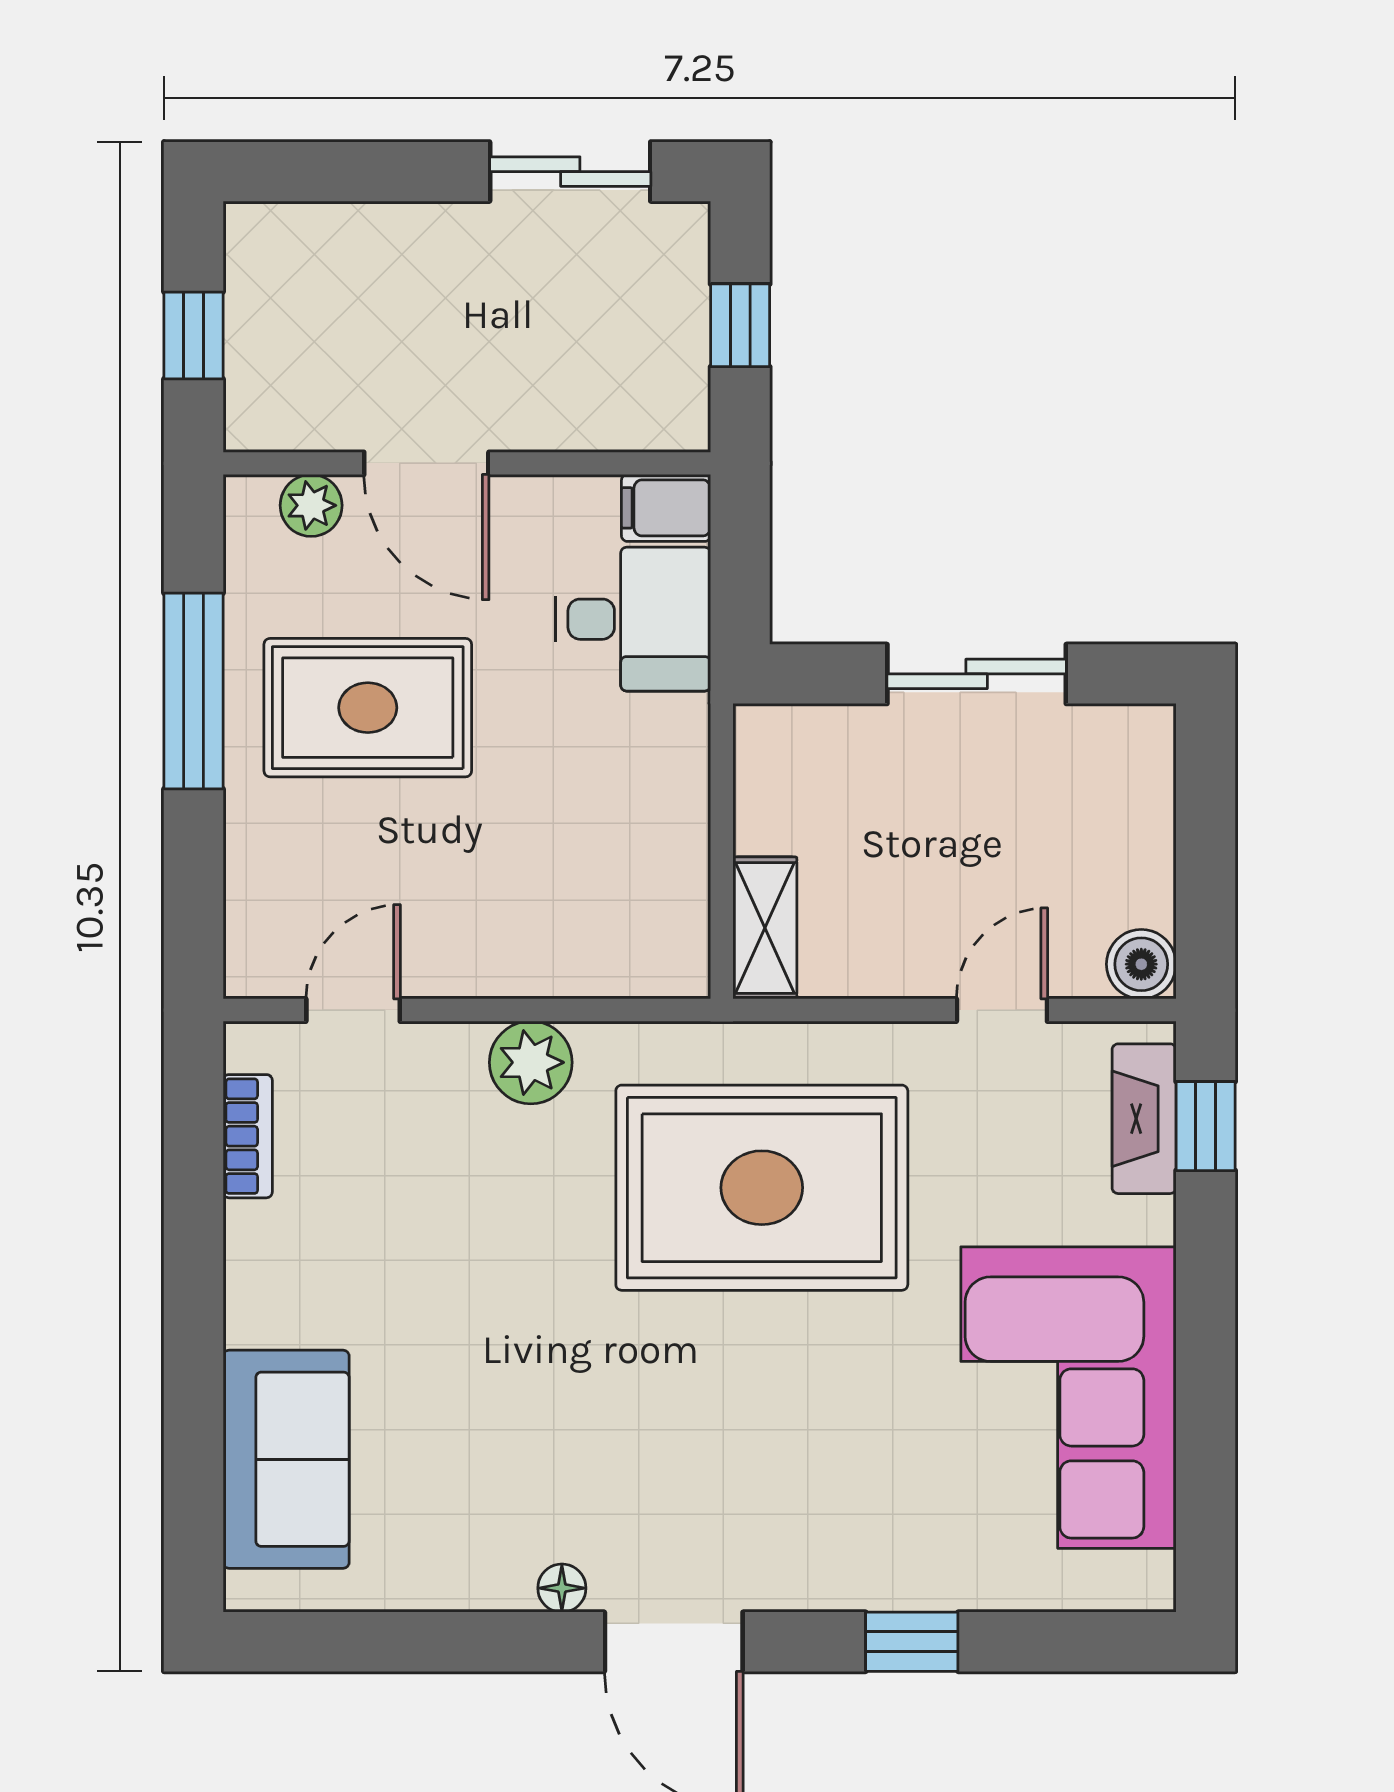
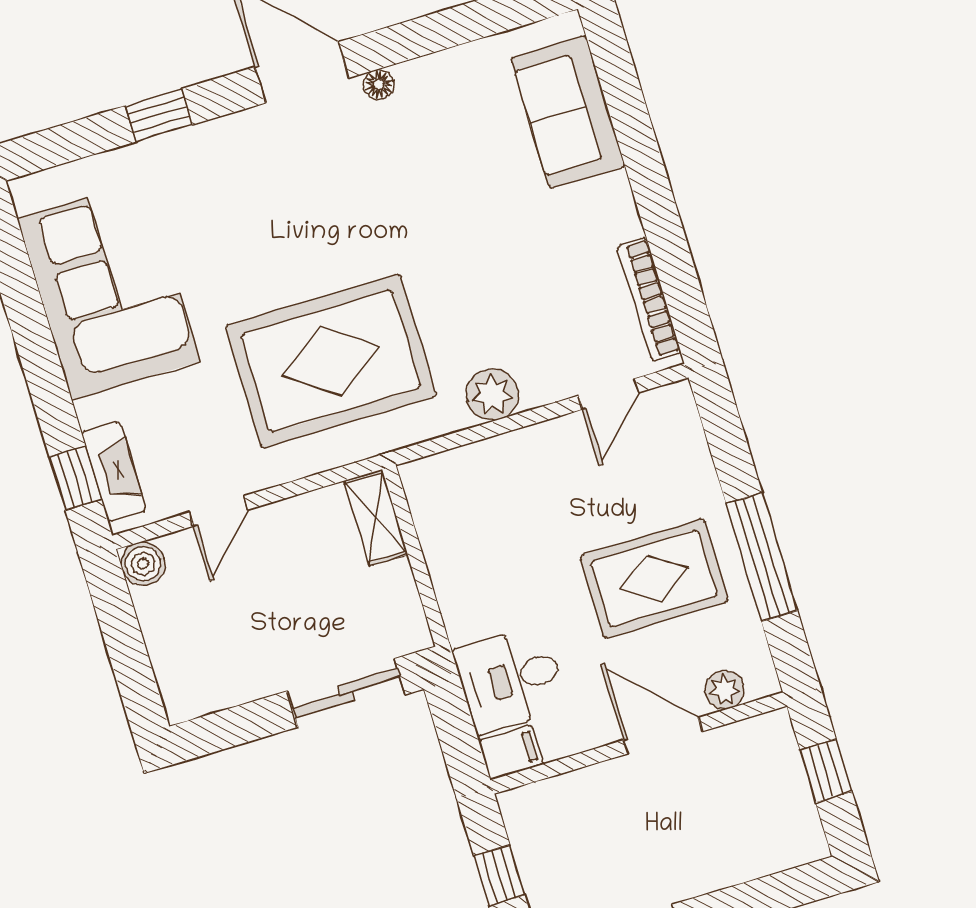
sliding door: (977, 674) -> (346, 693), moved
bookcase: (248, 1136) -> (649, 299), width x1.56

